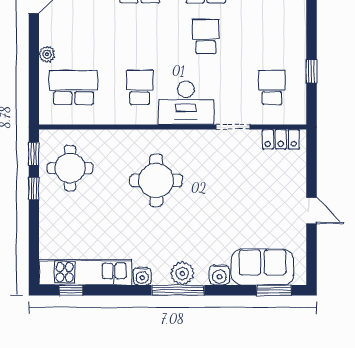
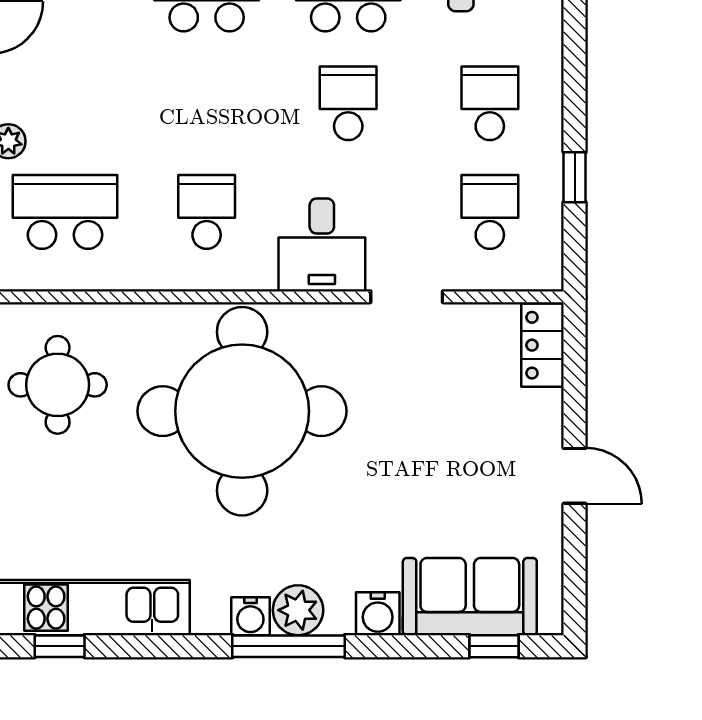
school desk: (272, 37) -> (490, 103), added
desk: (186, 103) -> (322, 245), width x0.73
locker: (281, 139) -> (543, 345), moved, turned 90
round table: (156, 180) -> (242, 411), width x1.86, depth x1.86
water cooler: (142, 276) -> (250, 616), moved
window: (274, 290) -> (494, 646), width x0.67

